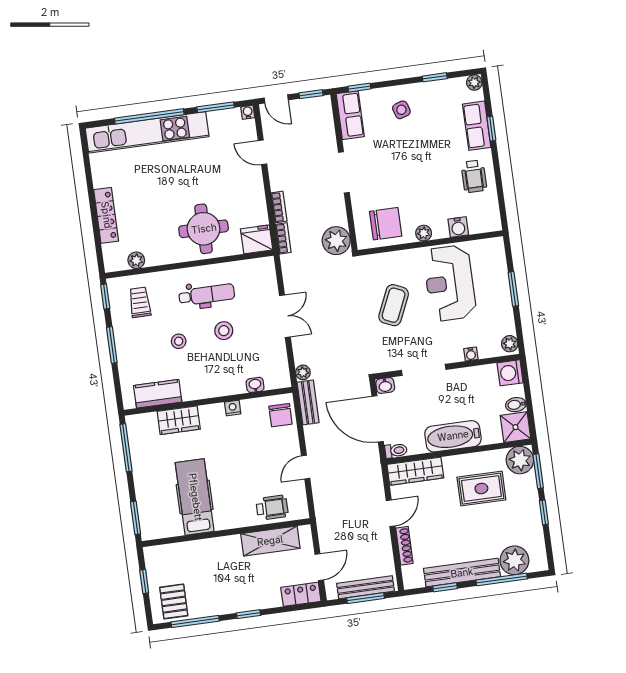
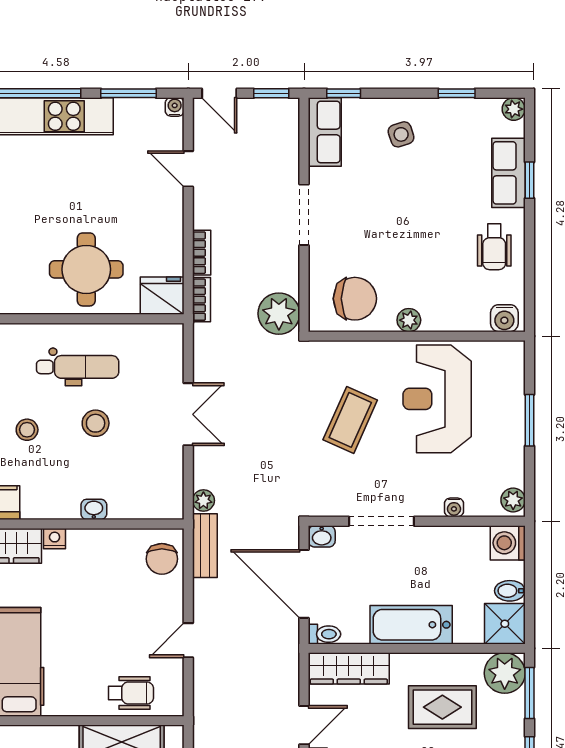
water cooler: (458, 227) -> (504, 318), moved
washbasin: (255, 385) -> (94, 509), moved
nightstand: (233, 408) -> (55, 539), moved

